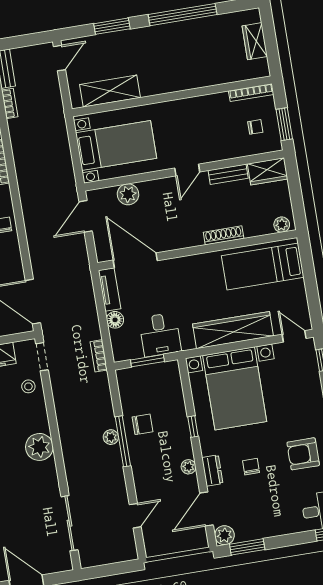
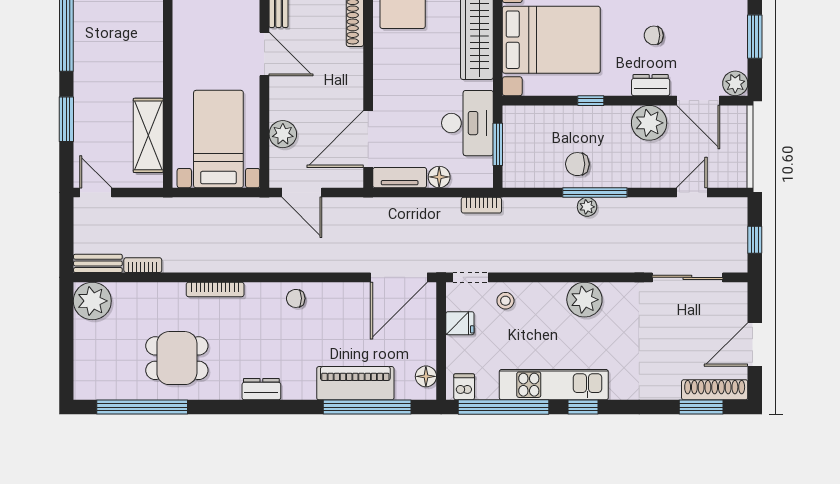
door: (187, 170) -> (264, 54), width x1.38
desk: (160, 335) -> (467, 123), width x1.37
chair: (142, 424) -> (577, 164), turned -90
plant: (188, 467) -> (649, 123), width x1.88, depth x1.88
door: (135, 516) -> (692, 193), hinge flipped
window: (247, 547) -> (755, 37), moved
window: (107, 570) -> (755, 240), added

